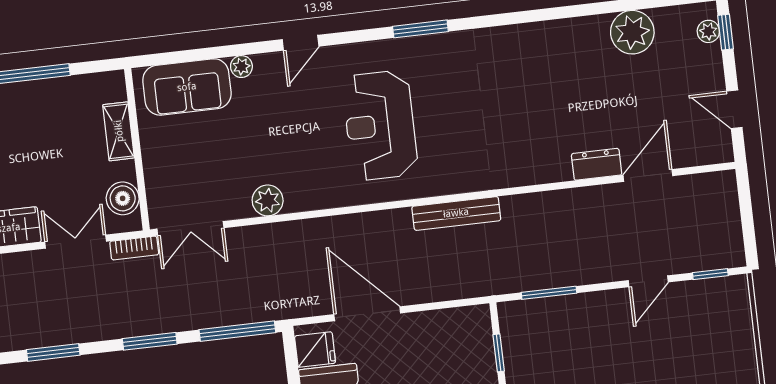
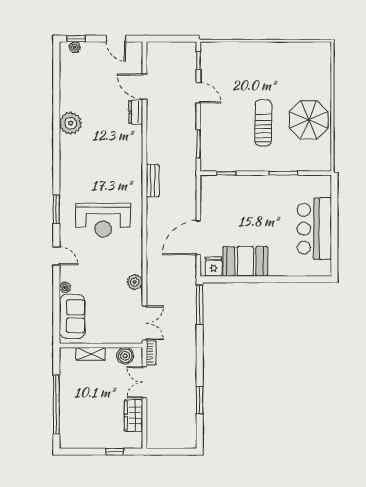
window: (420, 29) -> (56, 209), moved
plant: (632, 32) -> (71, 123), moved
door: (734, 109) -> (116, 39), hinge flipped
bench: (456, 213) -> (153, 181), width x0.73
window: (150, 341) -> (200, 350), removed

